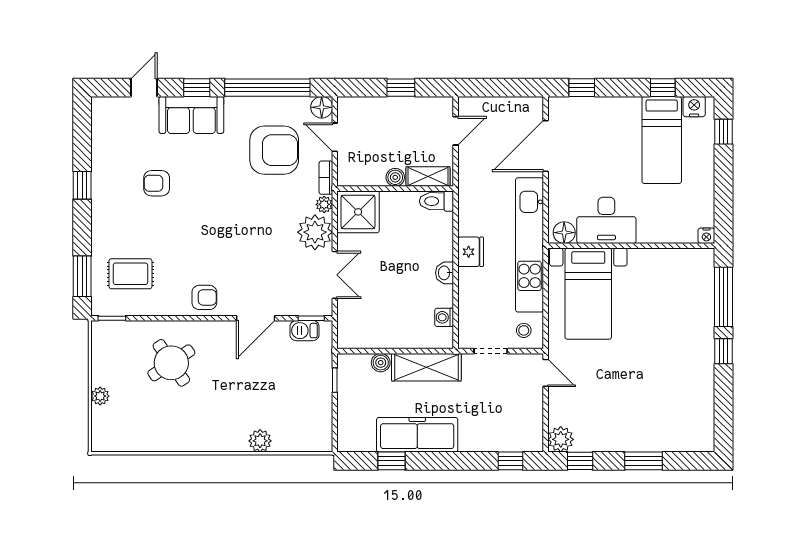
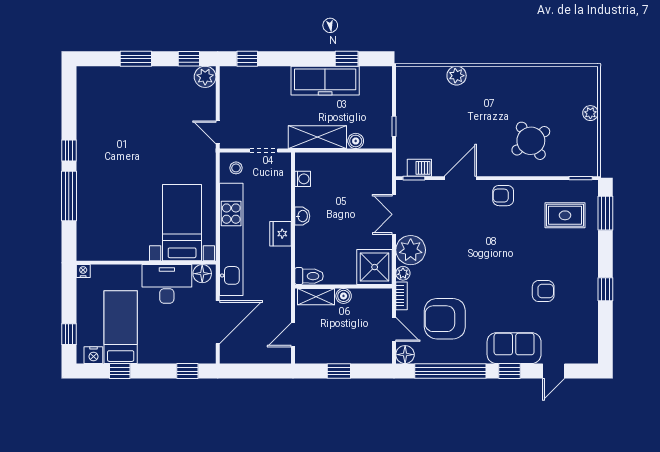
desk: (606, 220) -> (167, 284), moved
floor lamp: (564, 233) -> (202, 274), moved
nightstand: (706, 236) -> (83, 271), moved
wall: (631, 246) -> (146, 263), moved
bed with nightstands: (588, 294) -> (182, 223), moved

